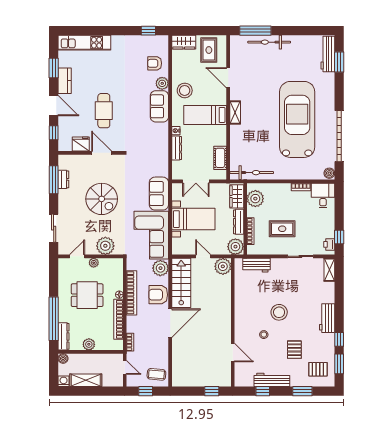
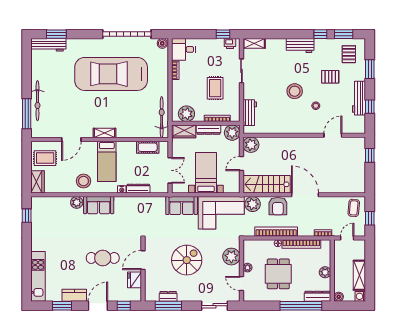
armchair: (155, 63) -> (58, 210), removed

